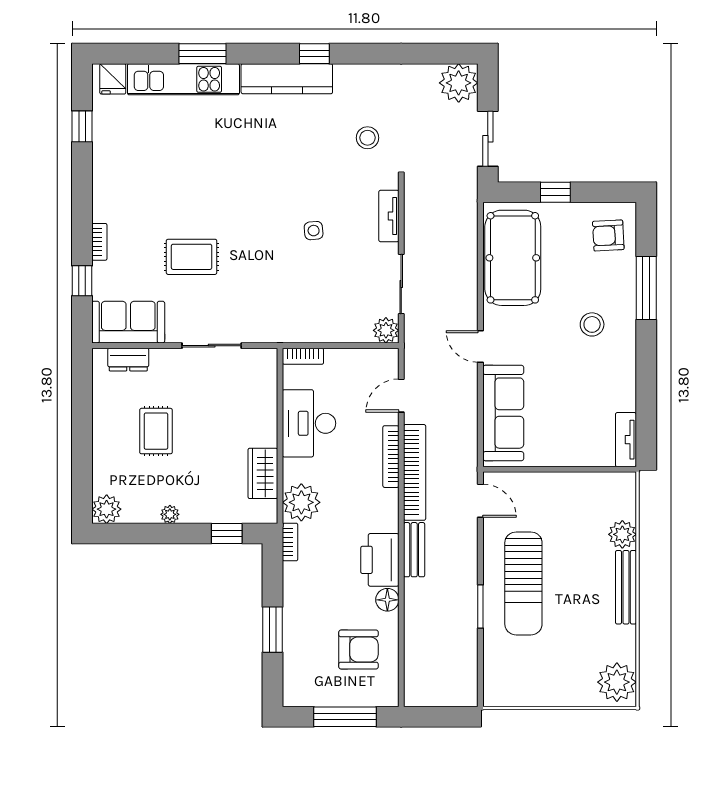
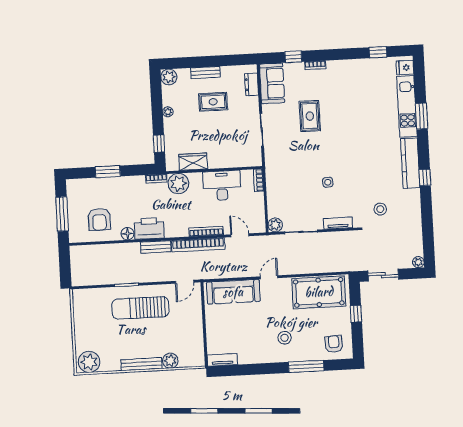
plant: (459, 83) -> (418, 262), width x0.53, depth x0.53
bench: (102, 442) -> (205, 73), added

